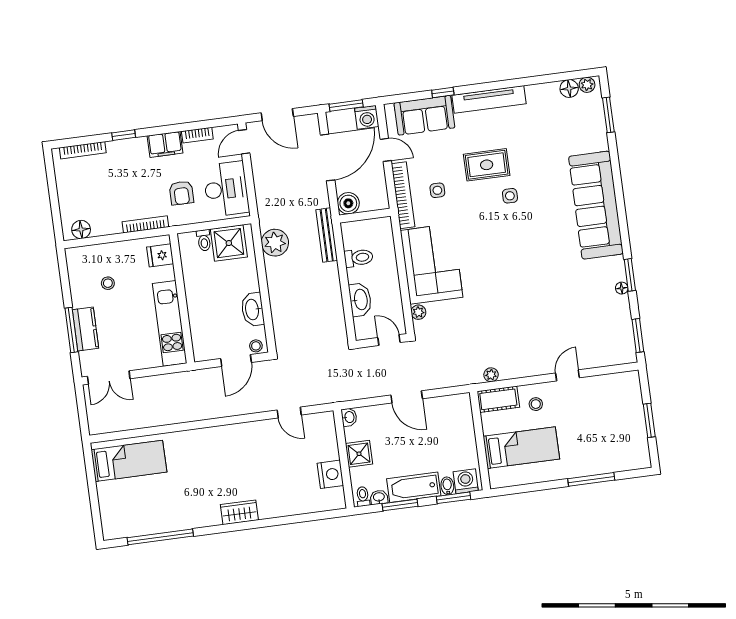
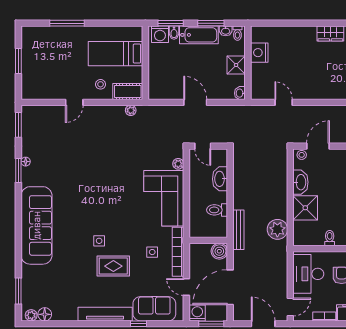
shower: (229, 243) -> (305, 208), moved

